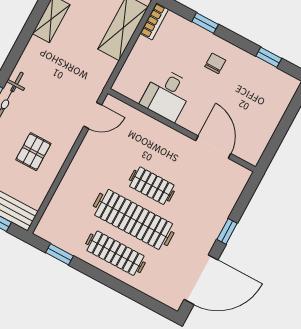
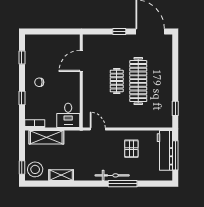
desk: (167, 95) -> (68, 115), moved, turned 90
pallet: (33, 152) -> (131, 149), turned 90
clothes rail: (115, 253) -> (160, 81), removed

